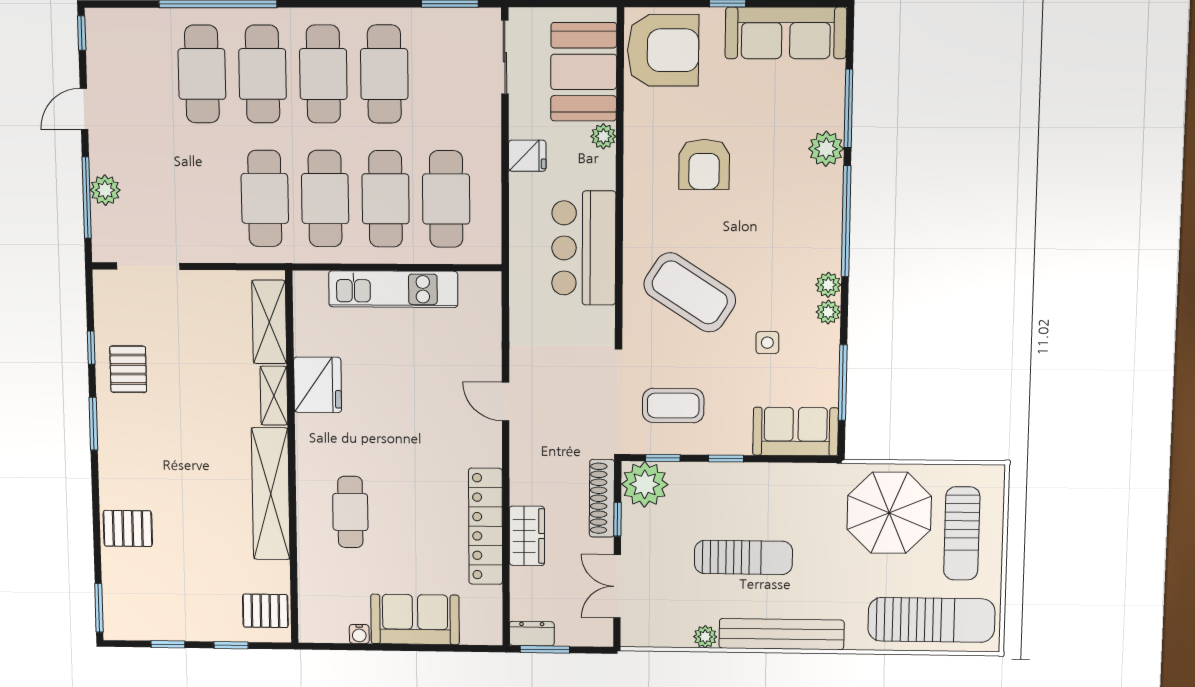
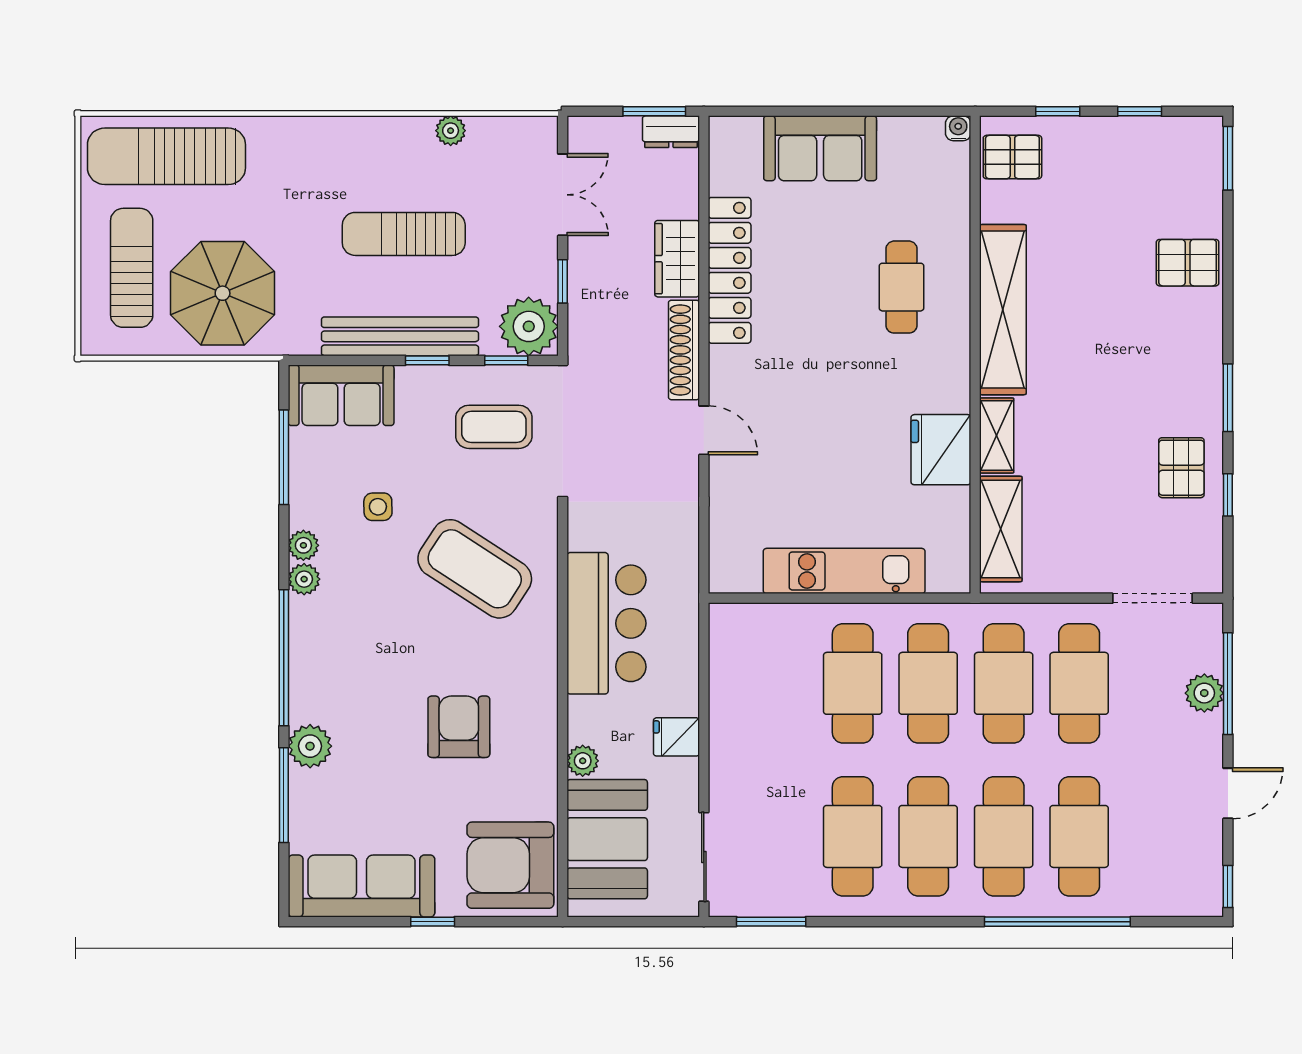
cafe table: (446, 199) -> (1079, 683), moved
shoe rack: (602, 498) -> (684, 350), moved, turned 180
water cooler: (359, 634) -> (958, 128), moved
bench: (781, 634) -> (400, 336), moved

